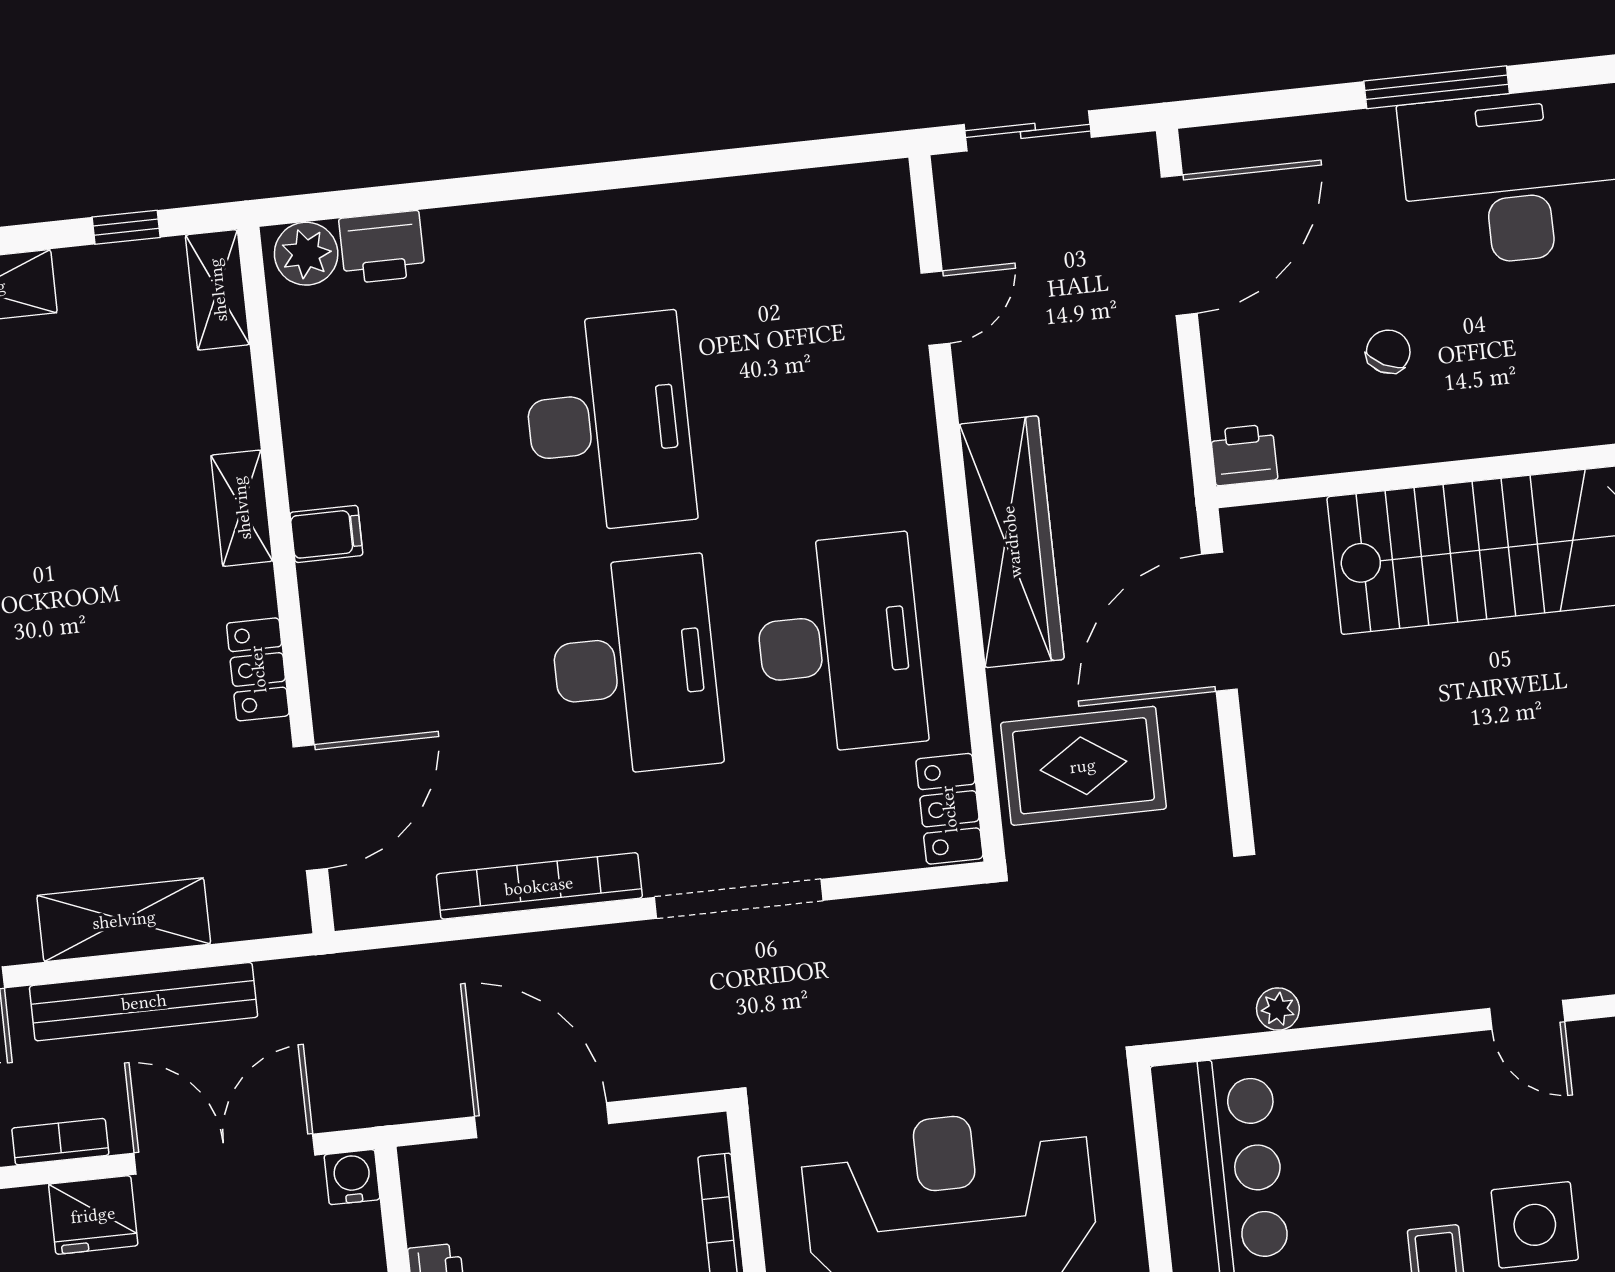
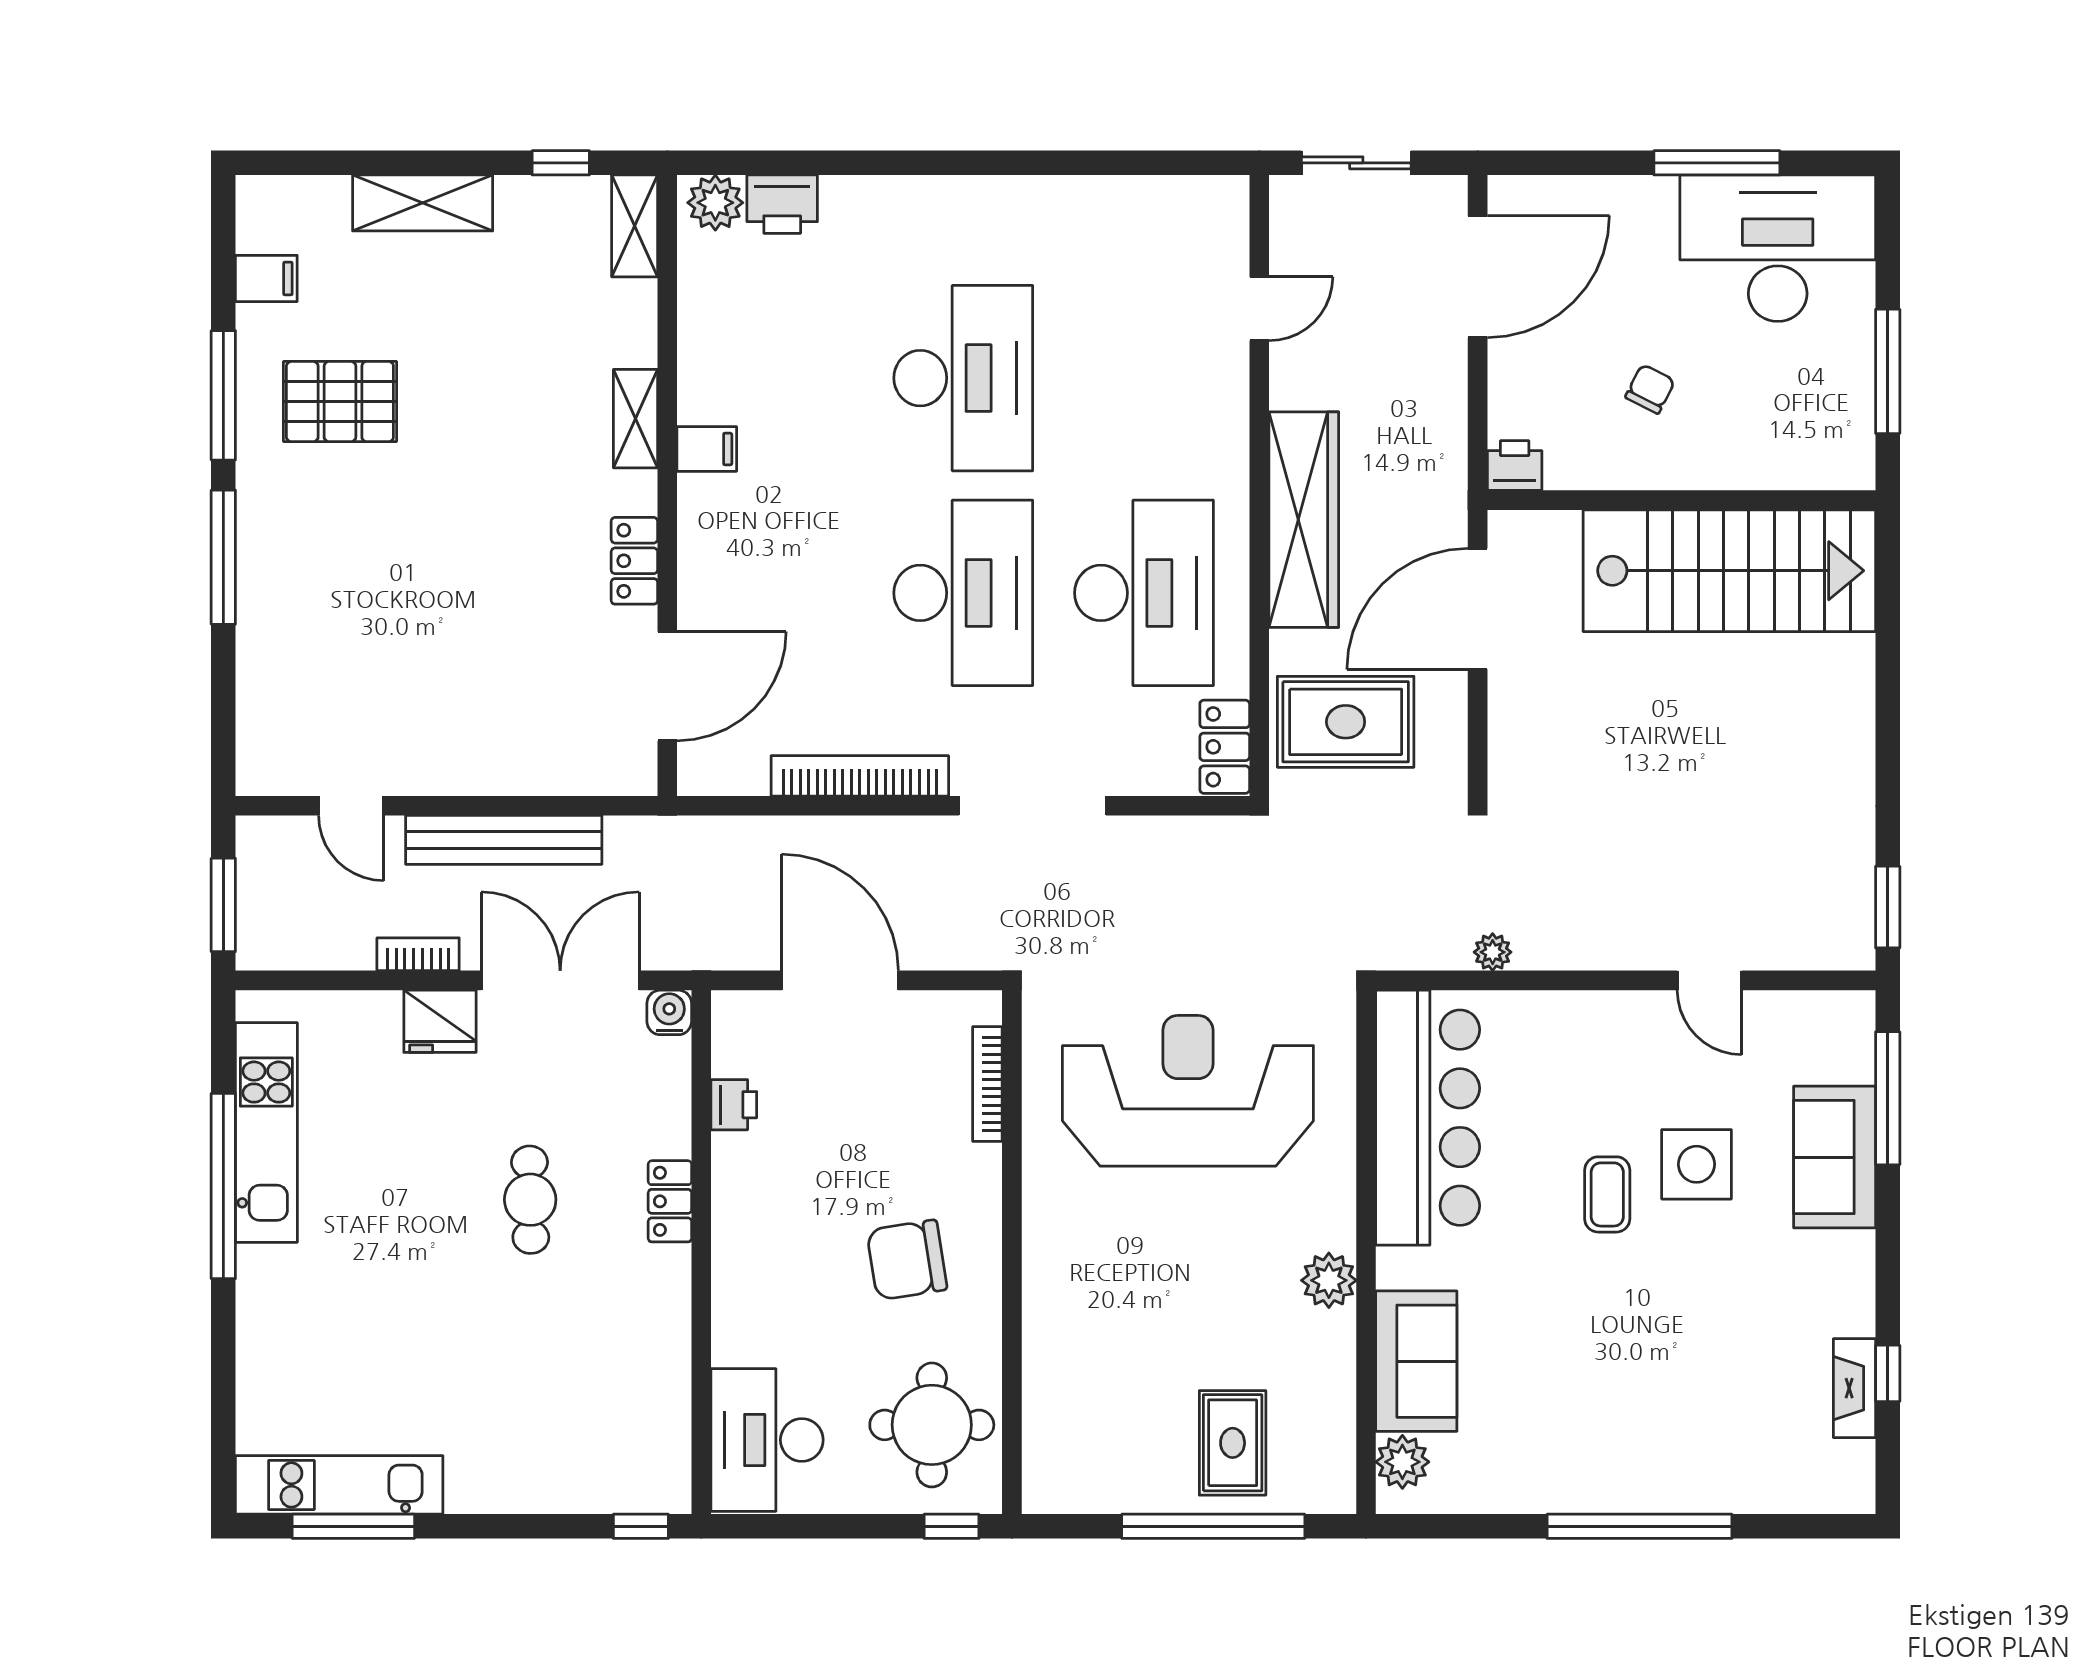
shelving: (124, 920) -> (494, 767), removed

